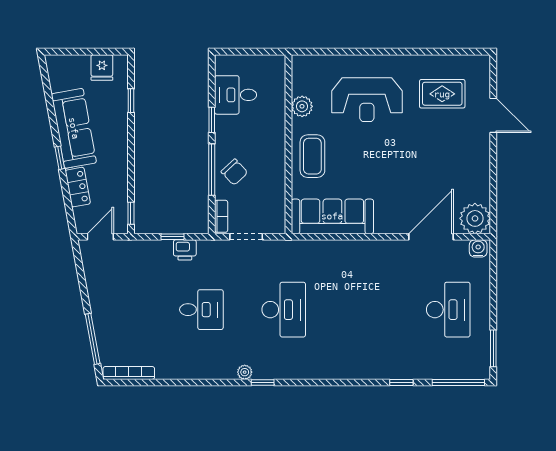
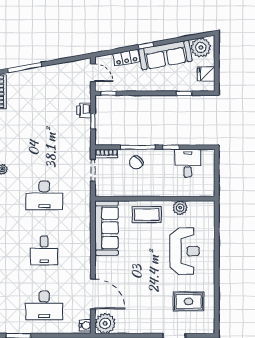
plant: (62, 75) -> (201, 47), added
rug: (442, 94) -> (189, 301), turned 90
reception desk: (367, 100) -> (185, 251), turned 180
printer: (185, 250) -> (84, 110), moved
desk: (201, 310) -> (44, 250), moved

